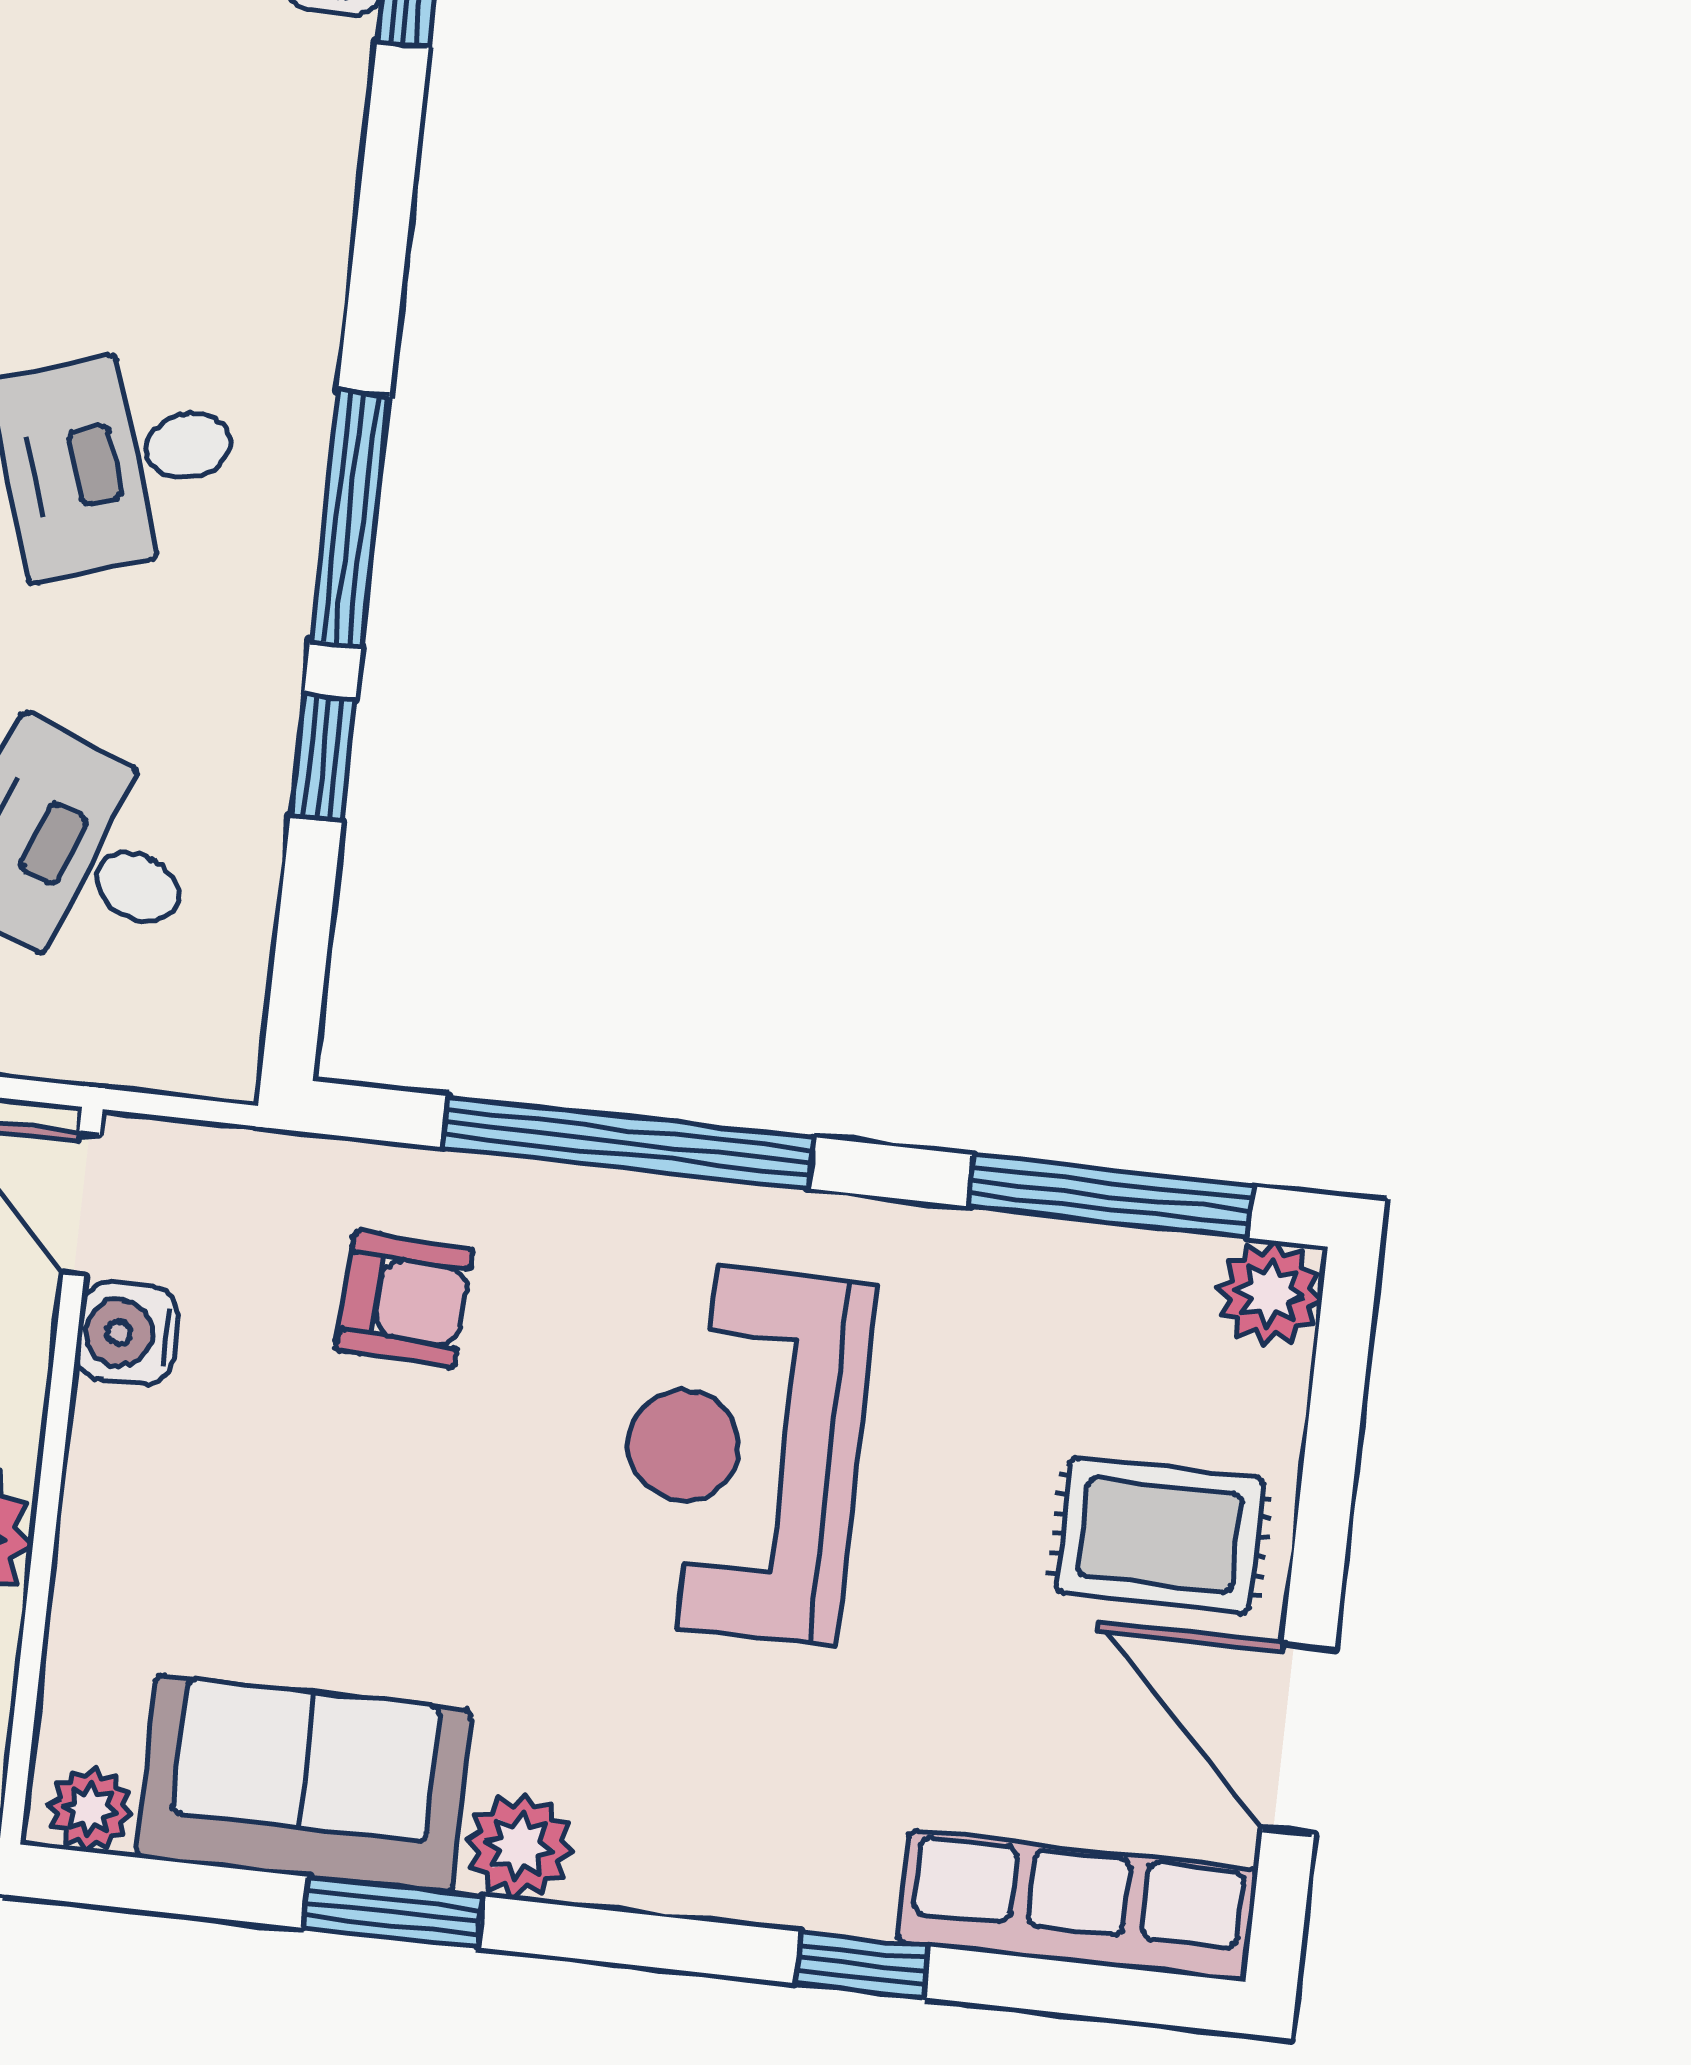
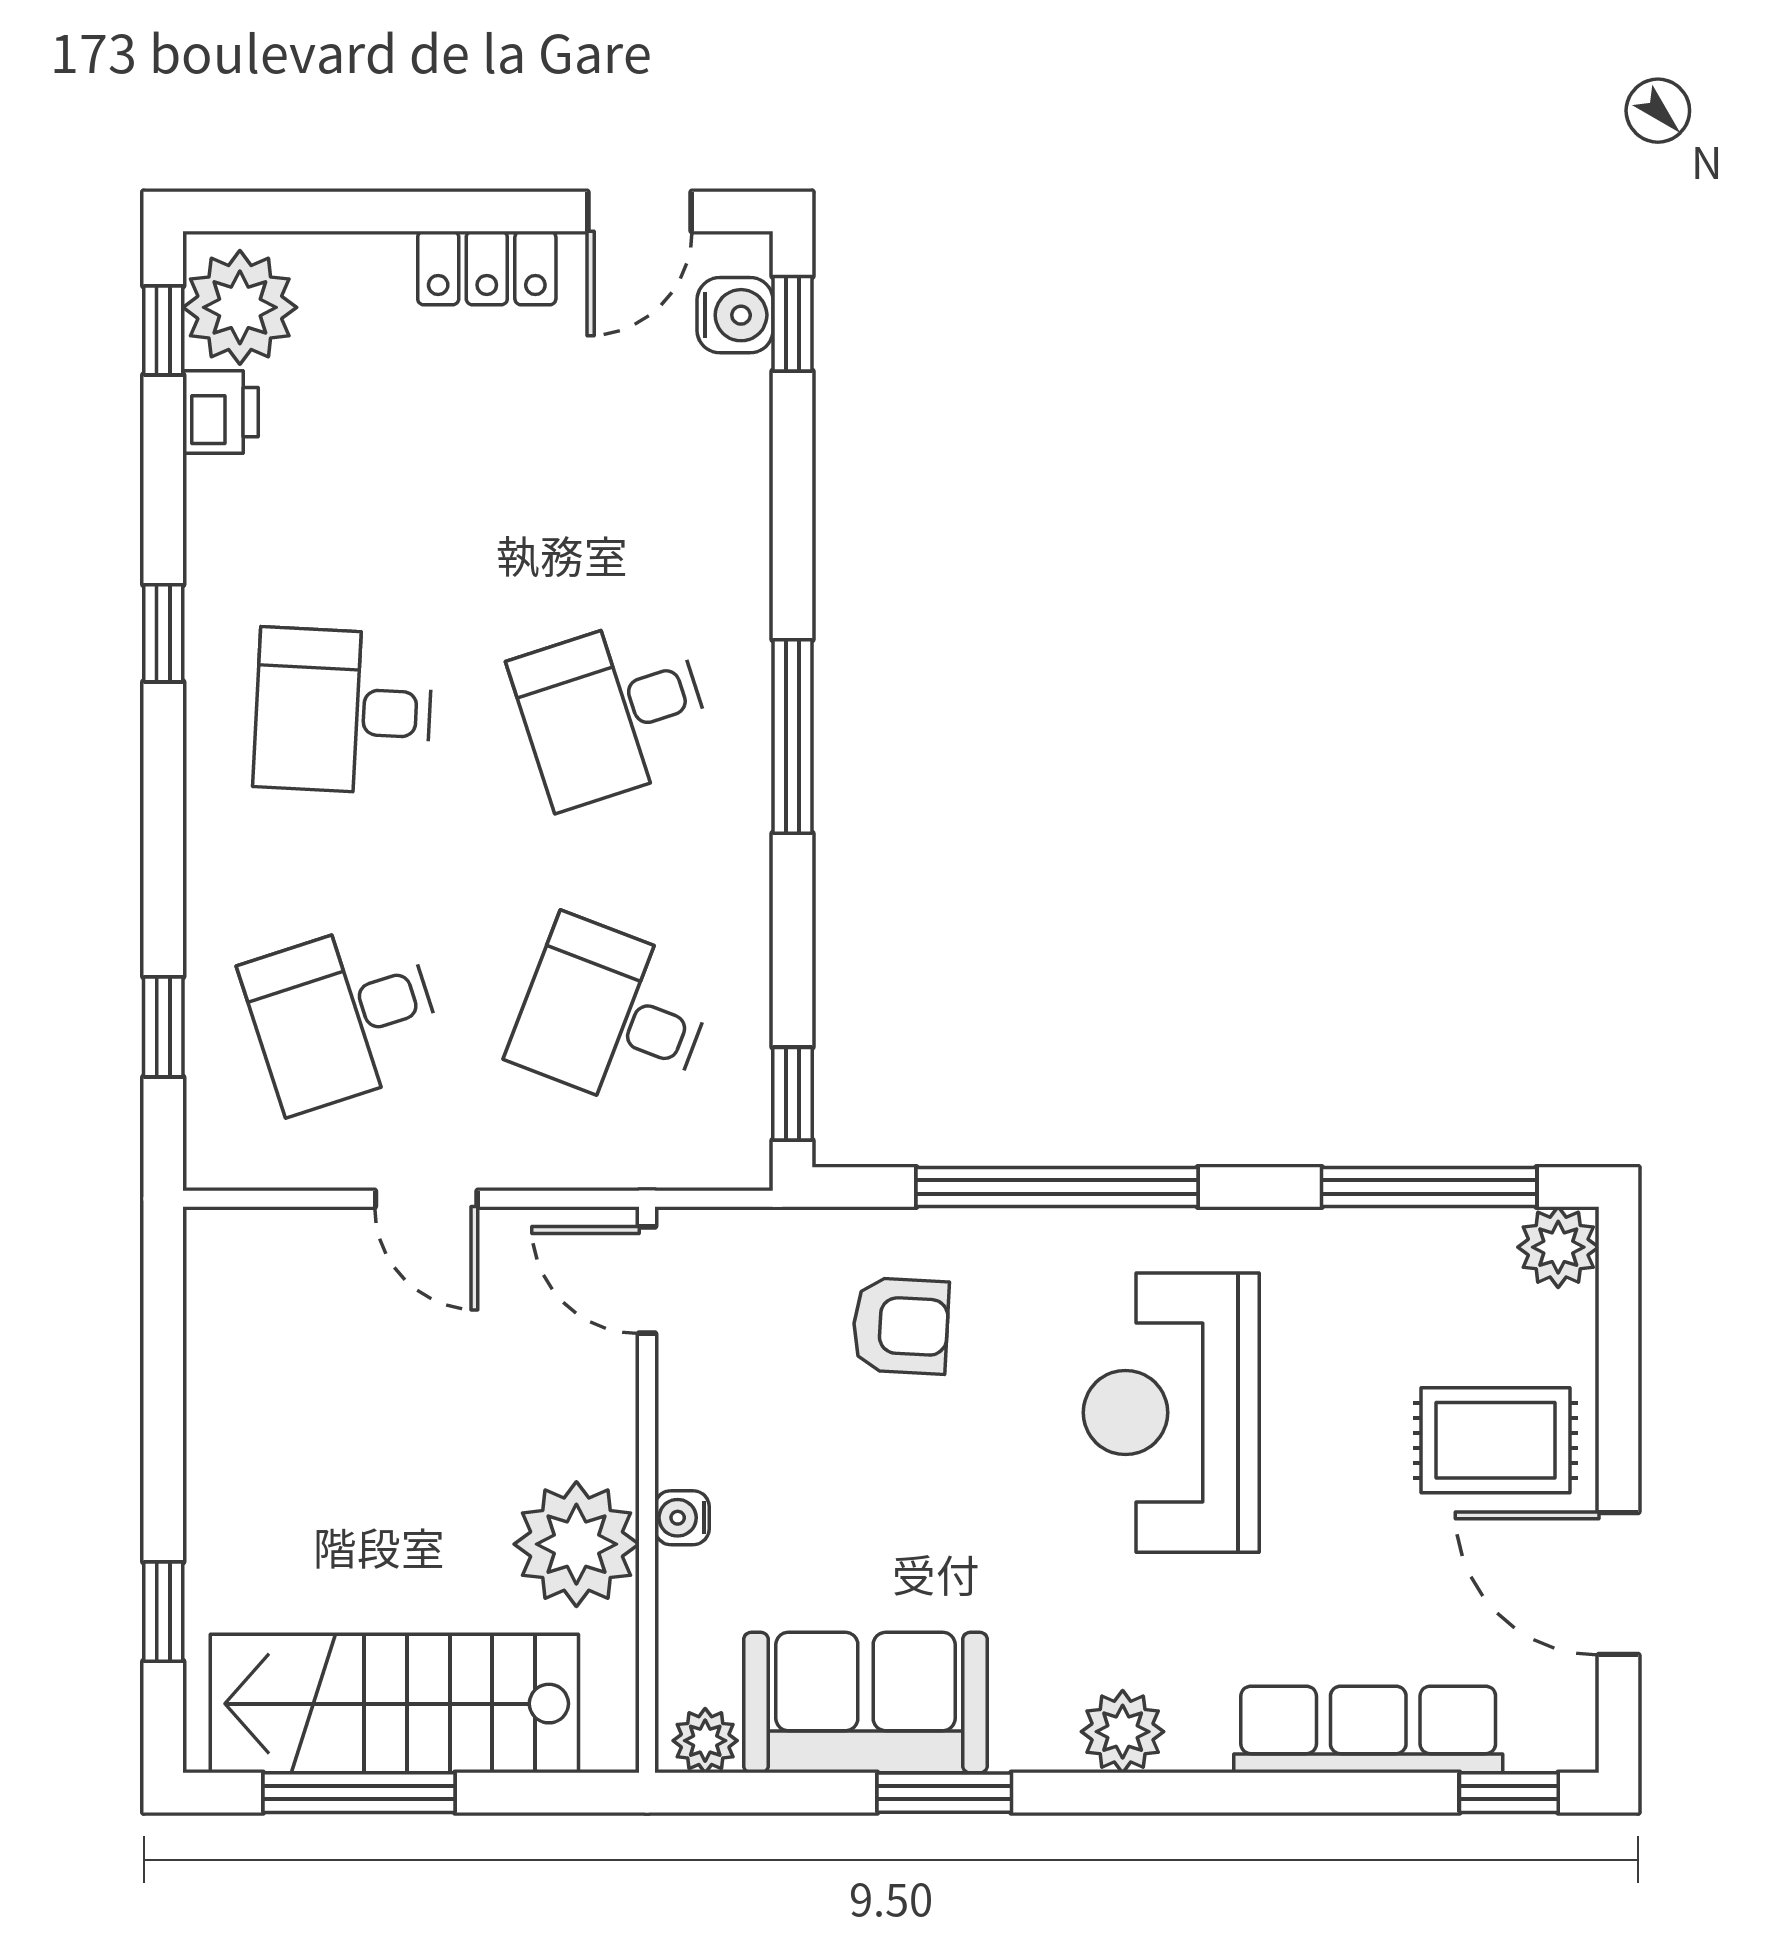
window: (323, 758) -> (792, 1094), moved
water cooler: (127, 1334) -> (682, 1518), moved, width x0.72, depth x0.72
plant: (519, 1846) -> (1123, 1732), moved
row of seats: (1077, 1906) -> (1368, 1729), moved
window: (862, 1965) -> (1509, 1793), moved

